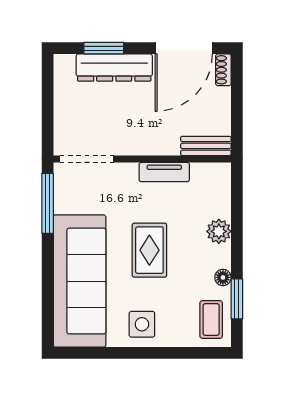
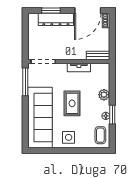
window: (237, 299) -> (112, 115), moved

